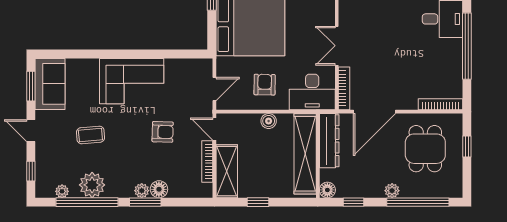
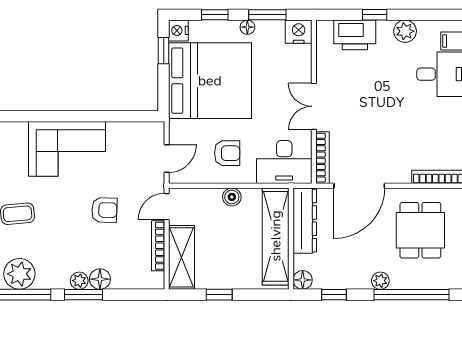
armchair: (265, 85) -> (227, 153), turned 89
door: (214, 129) -> (167, 207), hinge flipped

